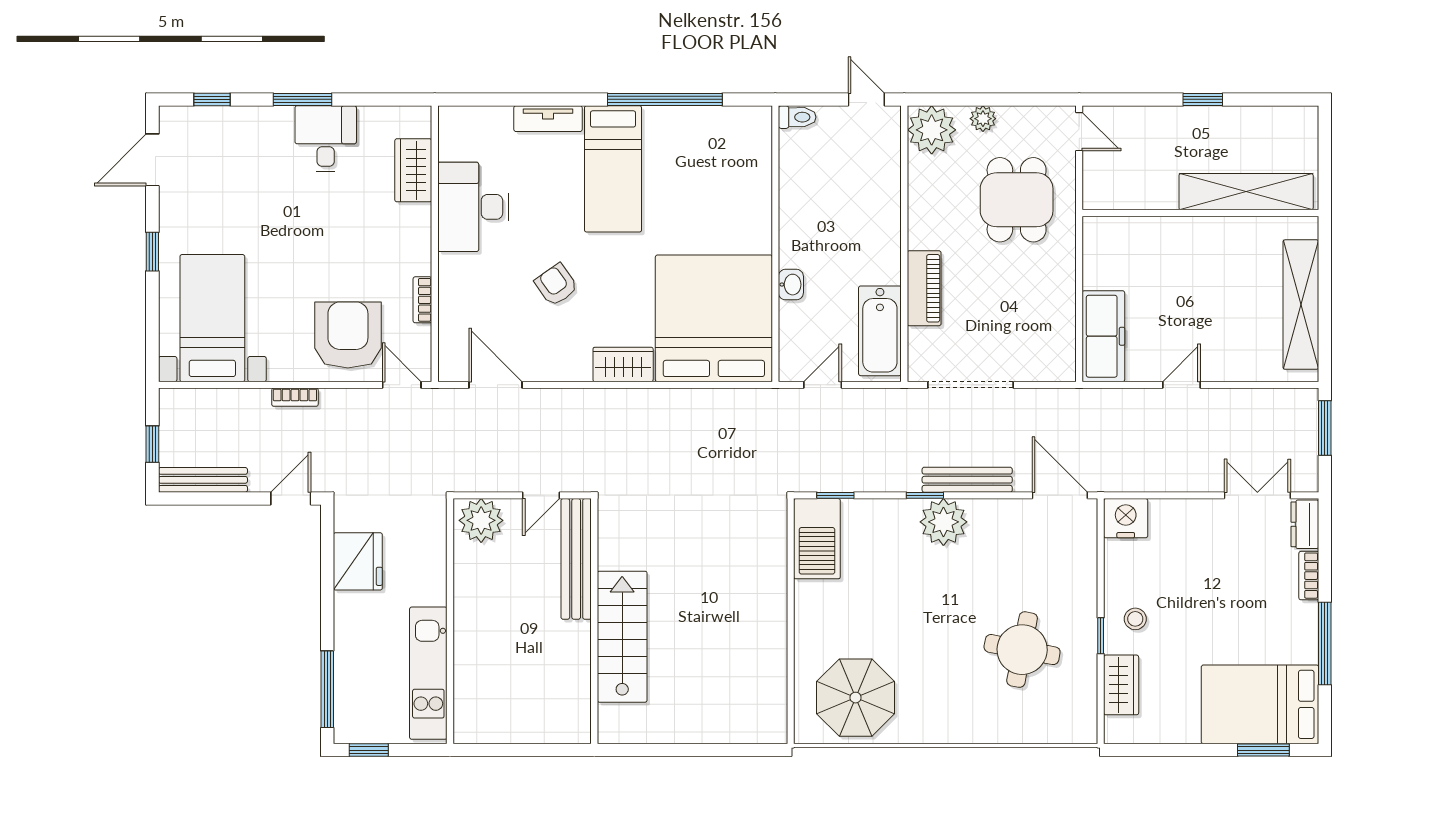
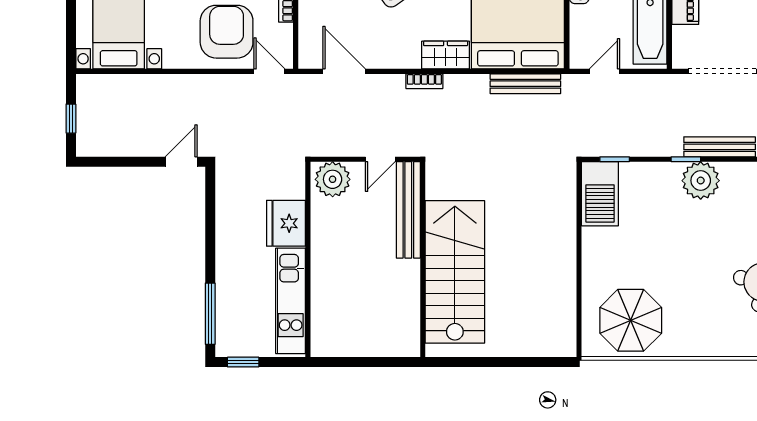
bookcase: (295, 397) -> (424, 81), moved
bench: (203, 480) -> (525, 84), moved
fridge: (358, 561) -> (286, 223), moved, turned 180
stairs: (622, 637) -> (455, 272), width x1.36, depth x1.51

